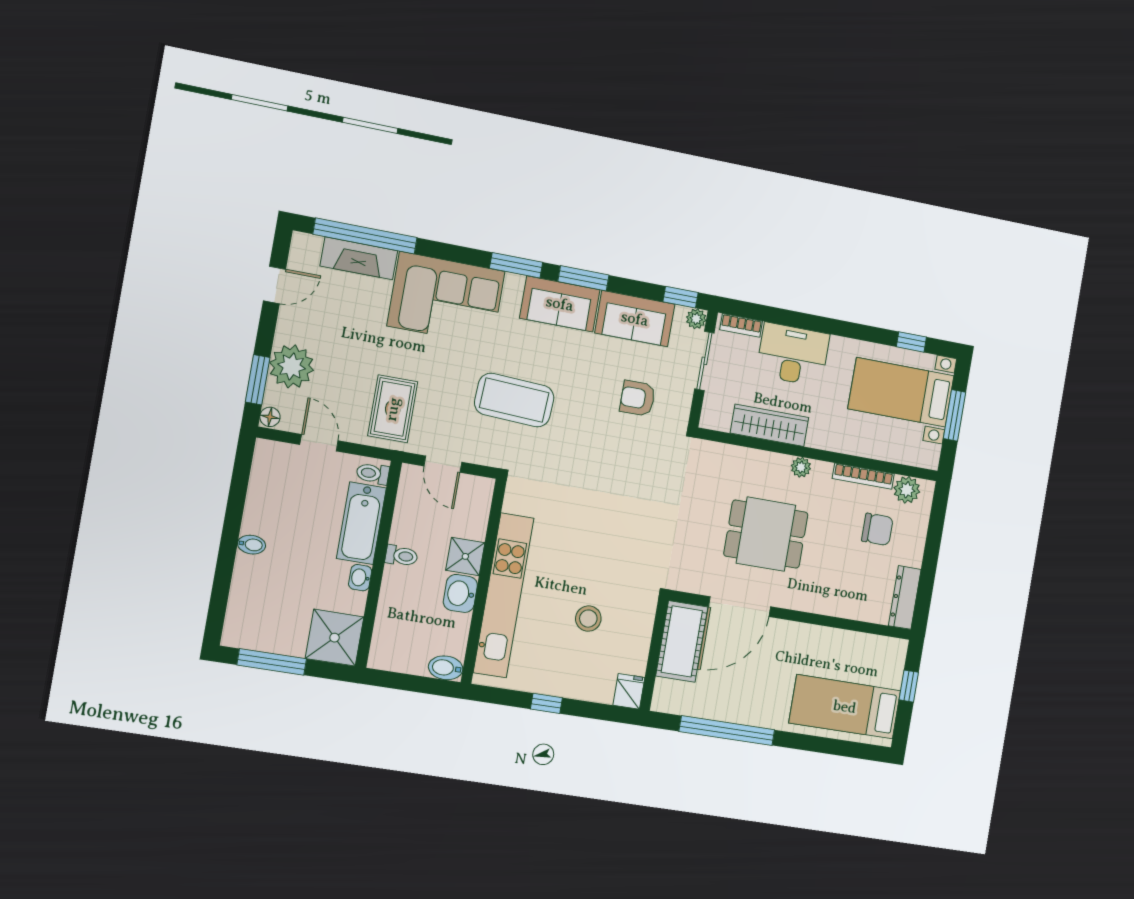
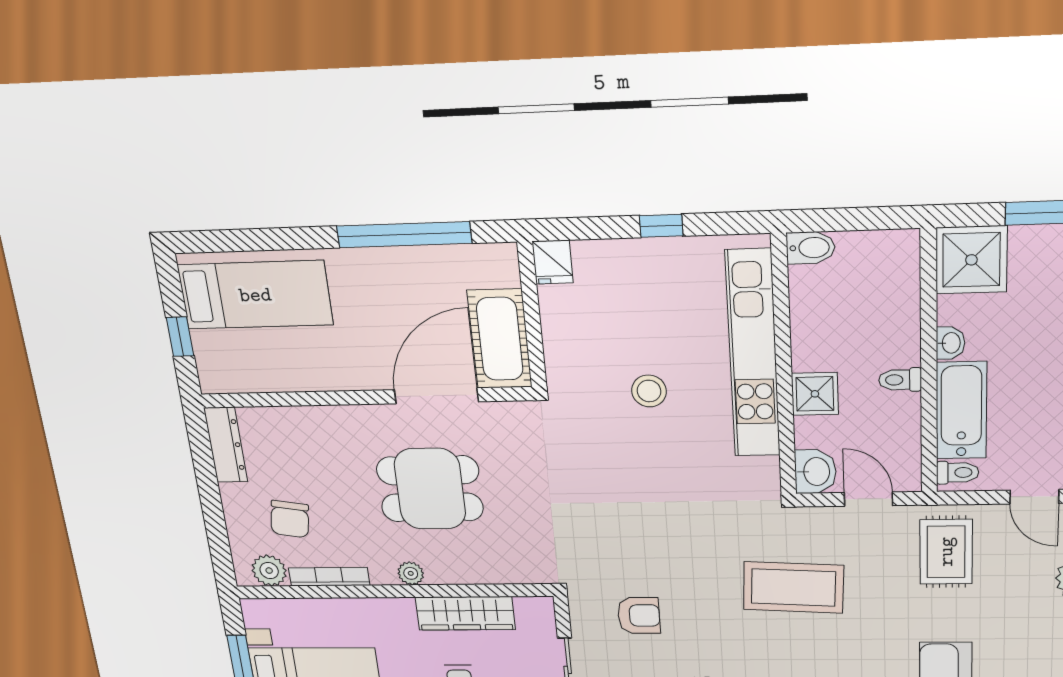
chair: (877, 529) -> (290, 519), turned -81
washbasin: (460, 593) -> (815, 472), moved
stool: (588, 619) -> (649, 391), moved

